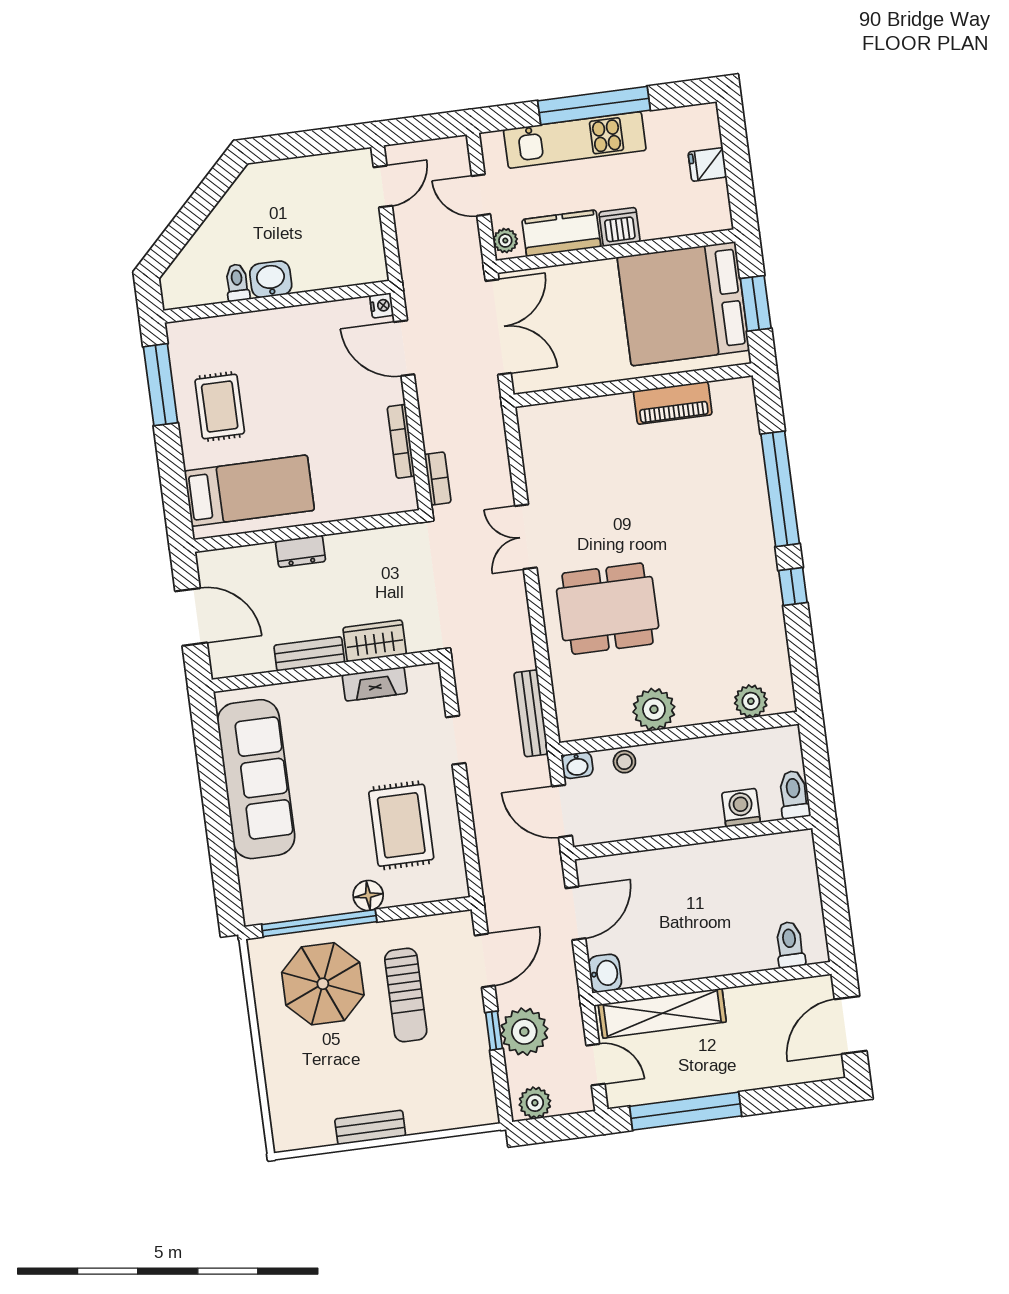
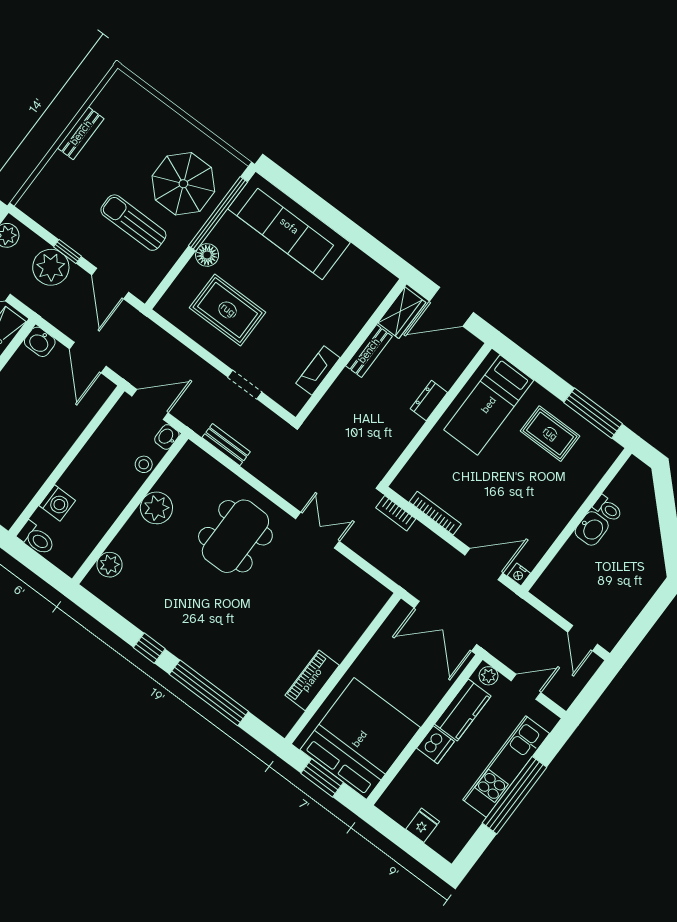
wardrobe: (375, 641) -> (402, 313), moved
bench: (531, 713) -> (226, 445), width x0.73
sofa: (256, 779) -> (289, 226), moved

